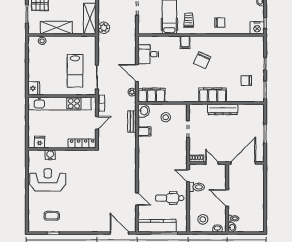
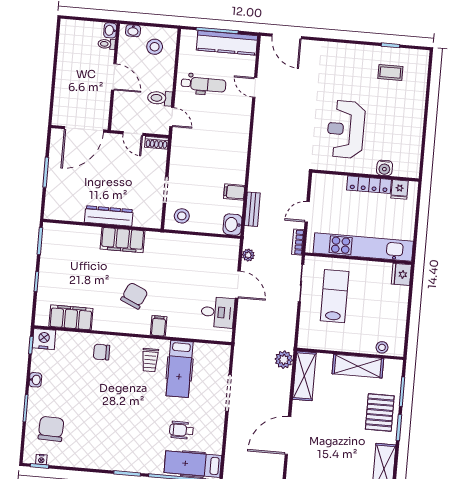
chair: (246, 81) -> (68, 258), removed
filing cabinet: (151, 95) -> (71, 317), moved, turned 180
stool: (166, 117) -> (182, 216), moved
locker: (82, 143) -> (369, 185), moved
reception desk: (48, 180) -> (346, 129), moved, turned 90

